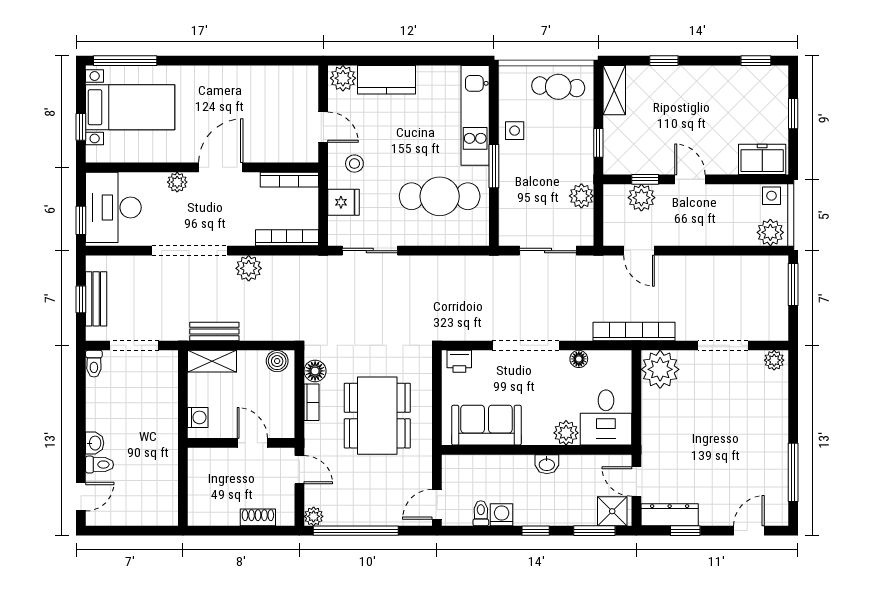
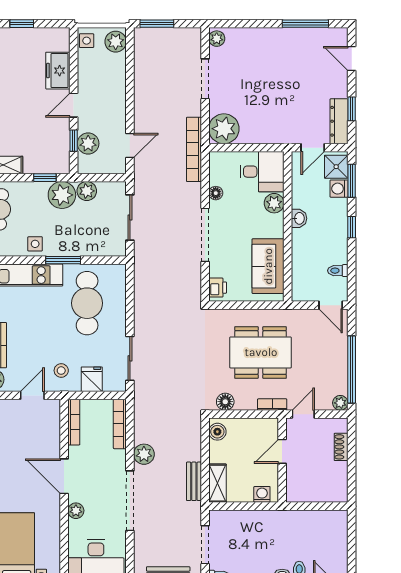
freezer: (762, 159) -> (58, 71), moved
plant: (576, 165) -> (62, 195), added
bookcase: (311, 402) -> (272, 405), moved
washing machine: (502, 515) -> (339, 189), moved

